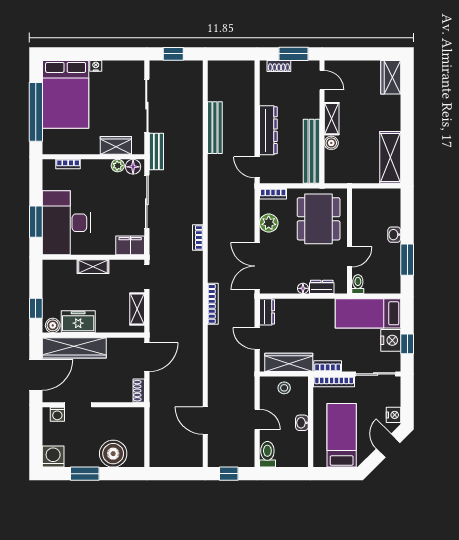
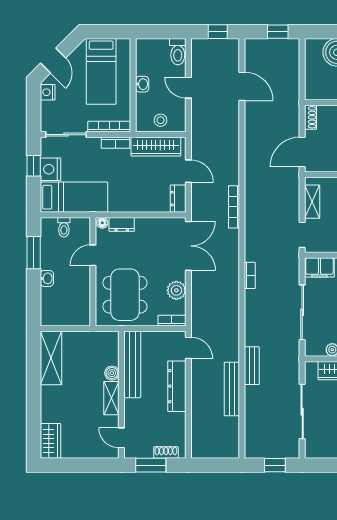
bench: (156, 152) -> (252, 366), moved
floor lamp: (133, 167) -> (317, 348), removed
toilet: (358, 284) -> (64, 227), moved
floor lamp: (303, 288) -> (102, 223), moved
window: (171, 474) -> (278, 32), added

